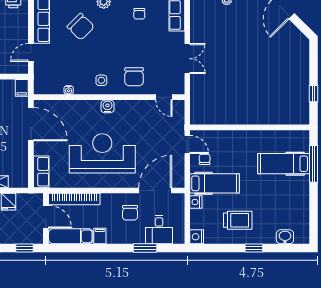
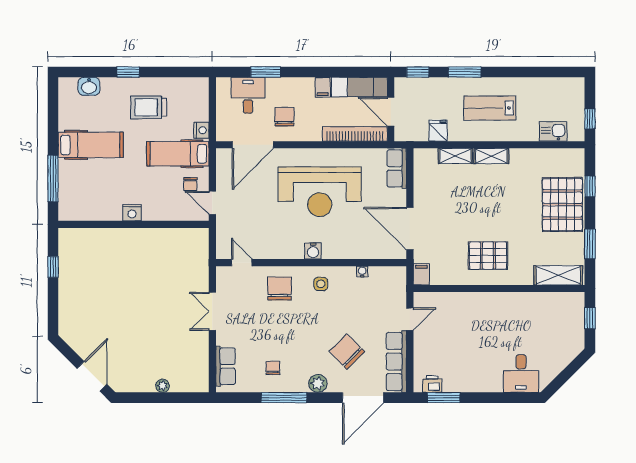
hospital bed: (284, 164) -> (91, 145), moved
nightstand: (197, 237) -> (132, 213), moved, turned 90

